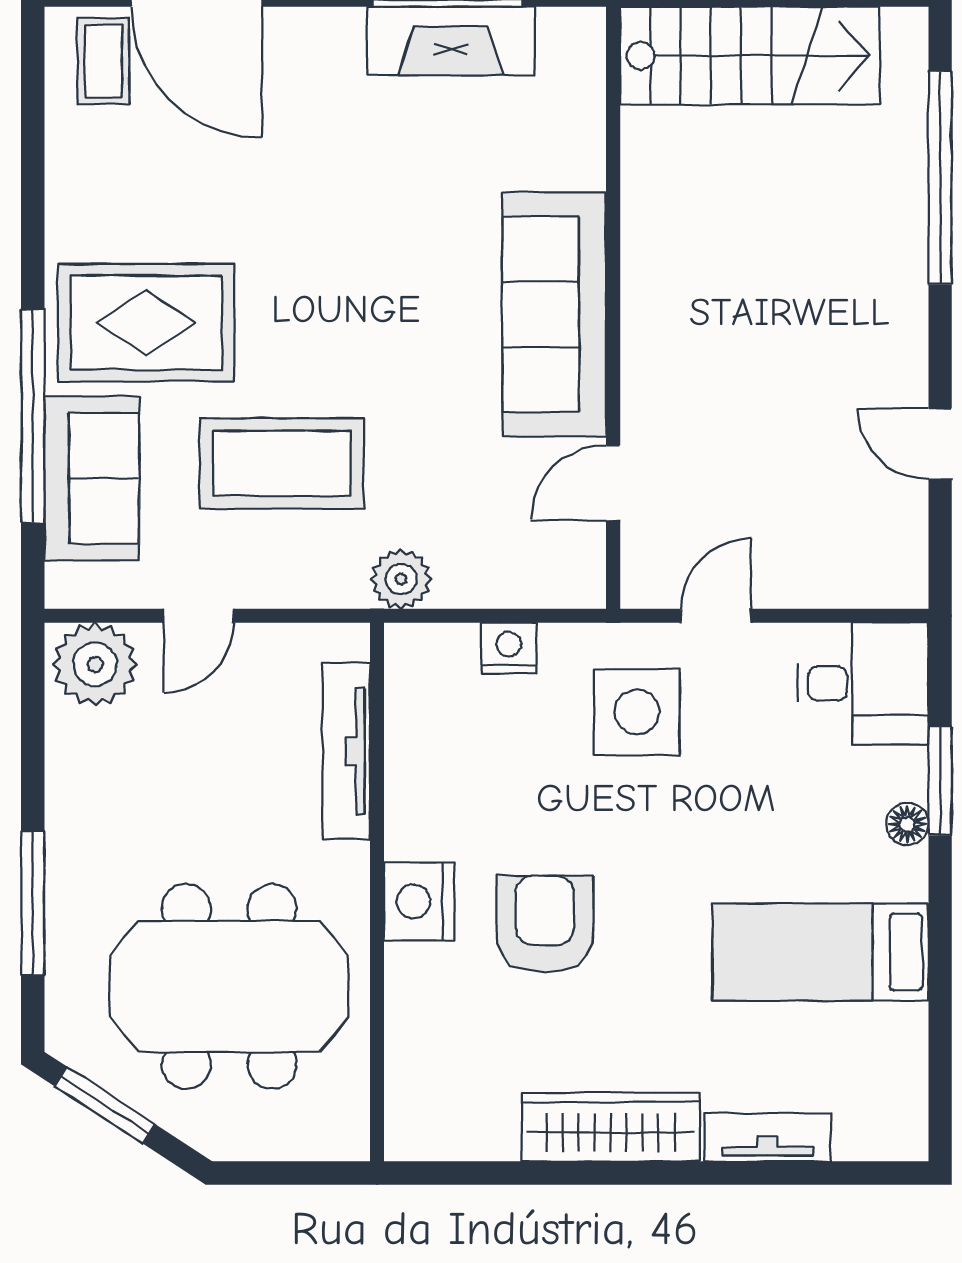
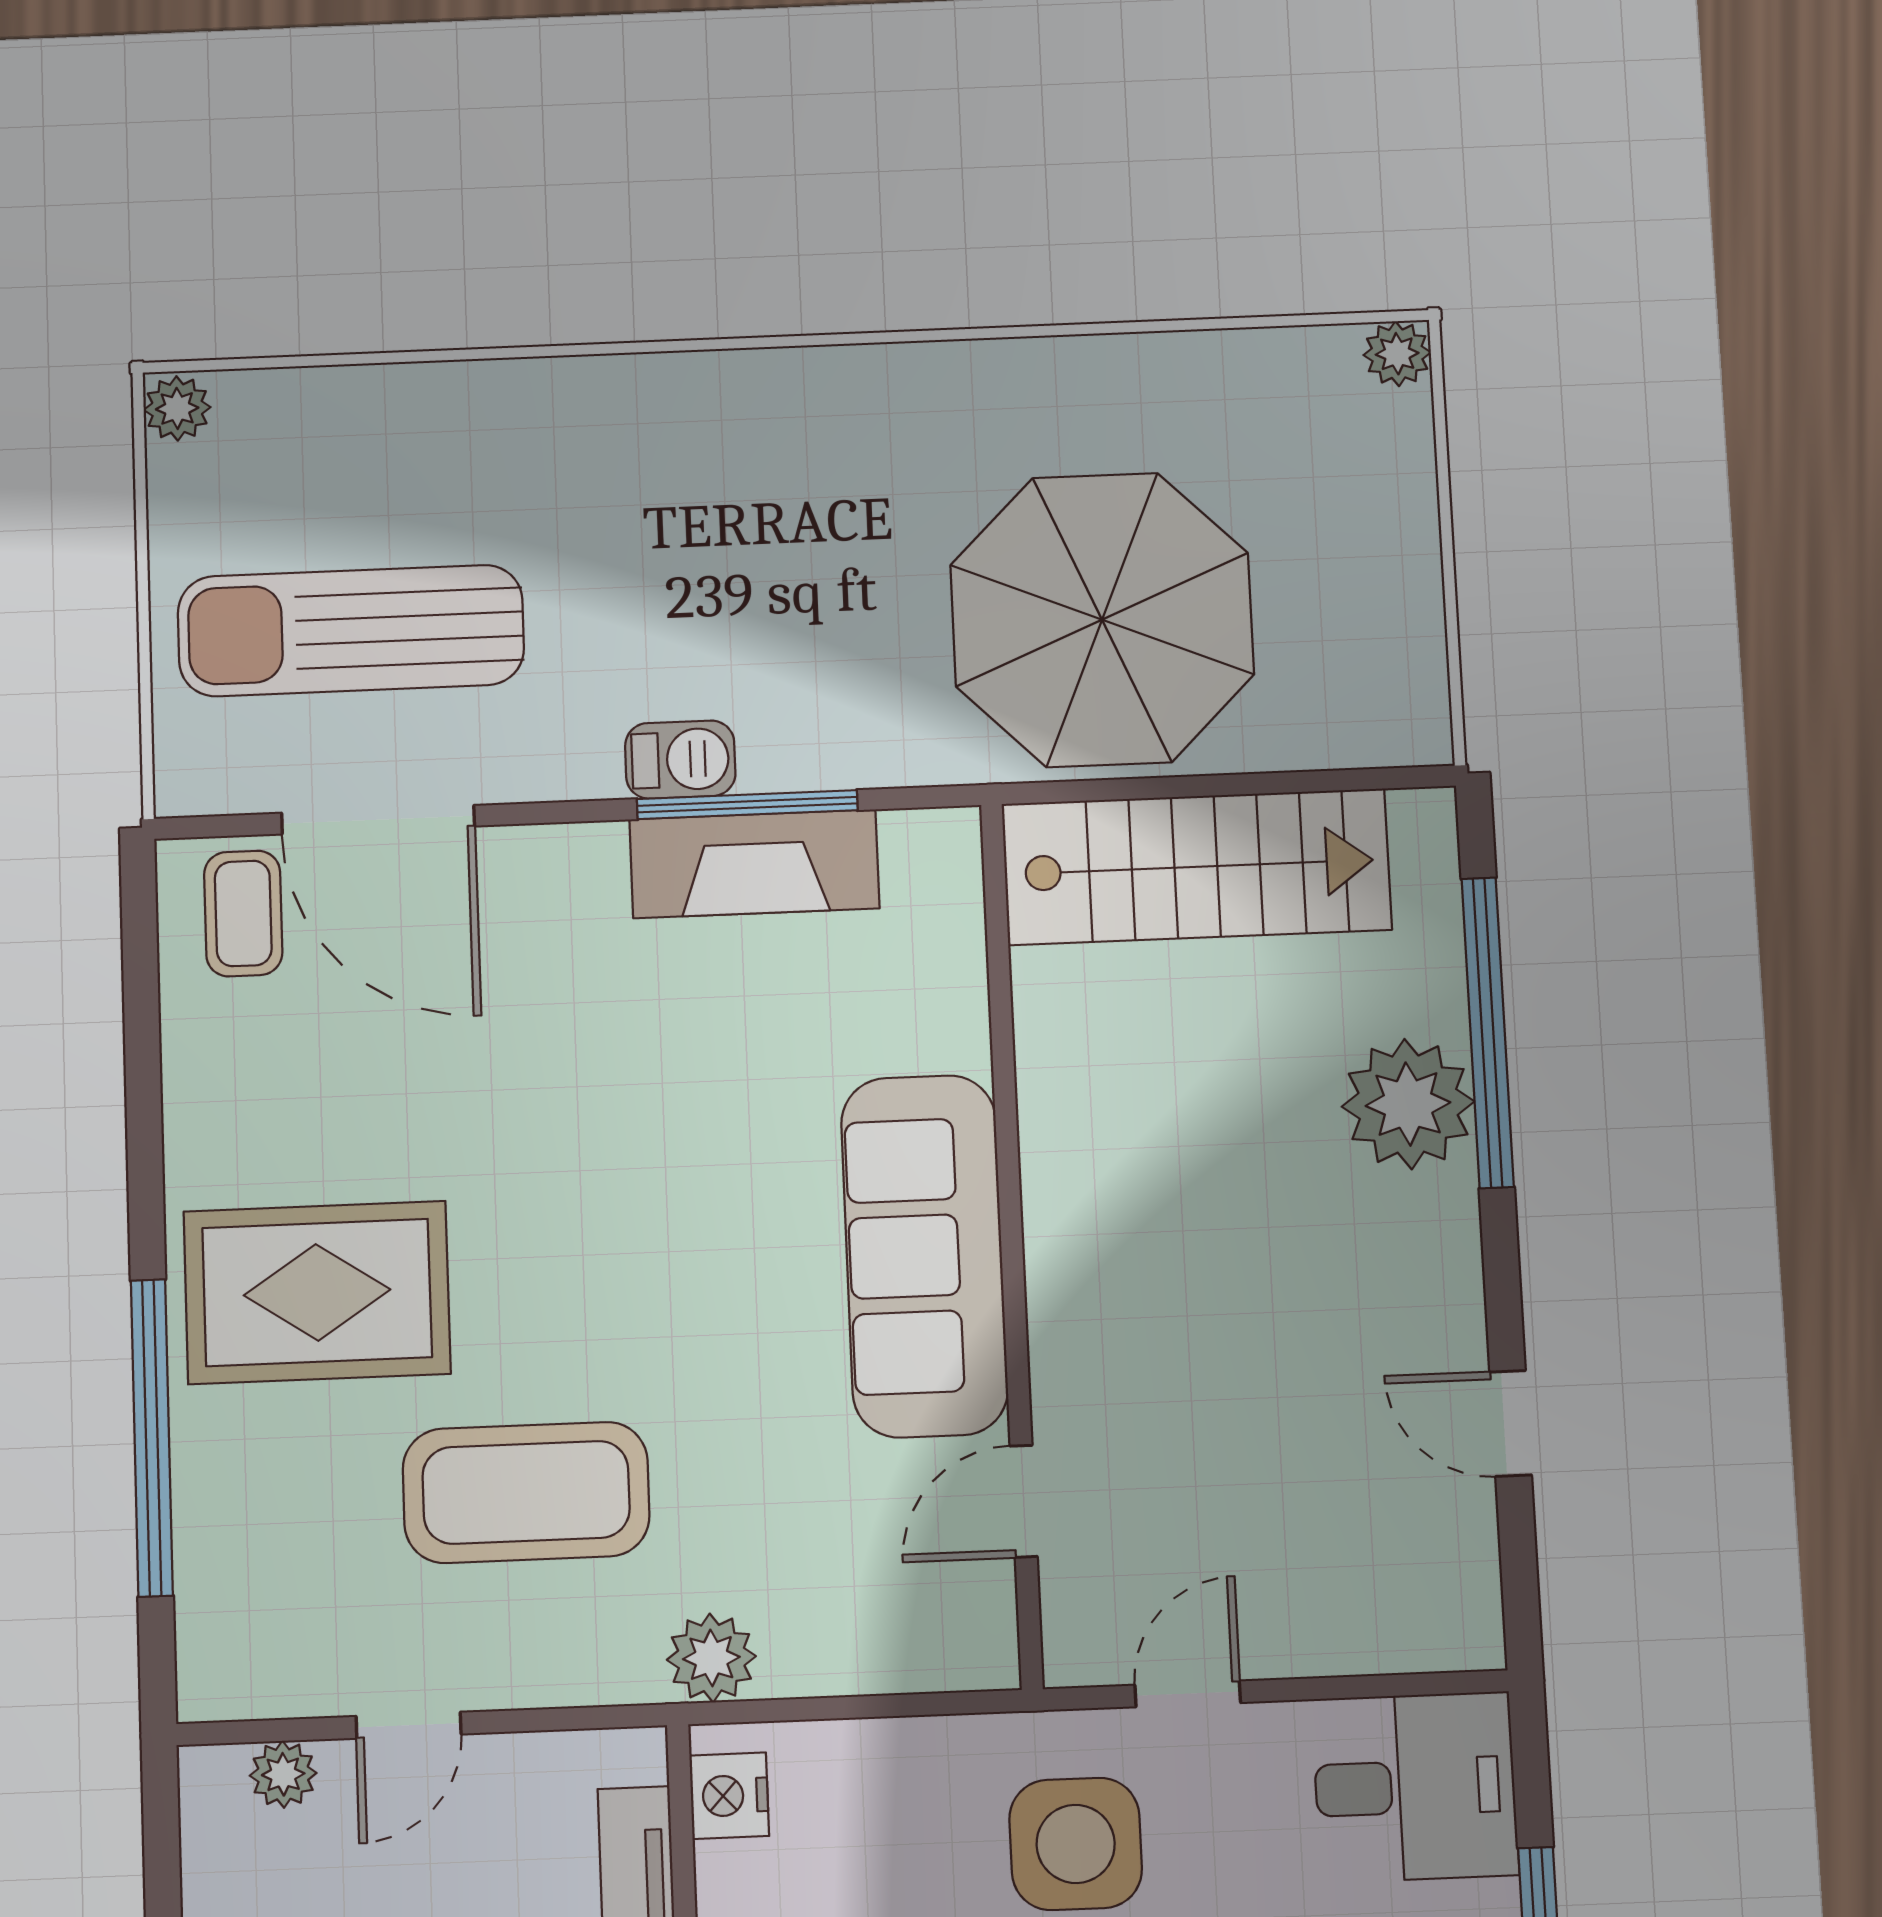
plant: (884, 225) -> (1408, 1104), added
sofa: (92, 478) -> (242, 1526), removed
nightstand: (509, 648) -> (729, 1796), moved, turned -90
plant: (95, 664) -> (283, 1774), width x0.53, depth x0.53

